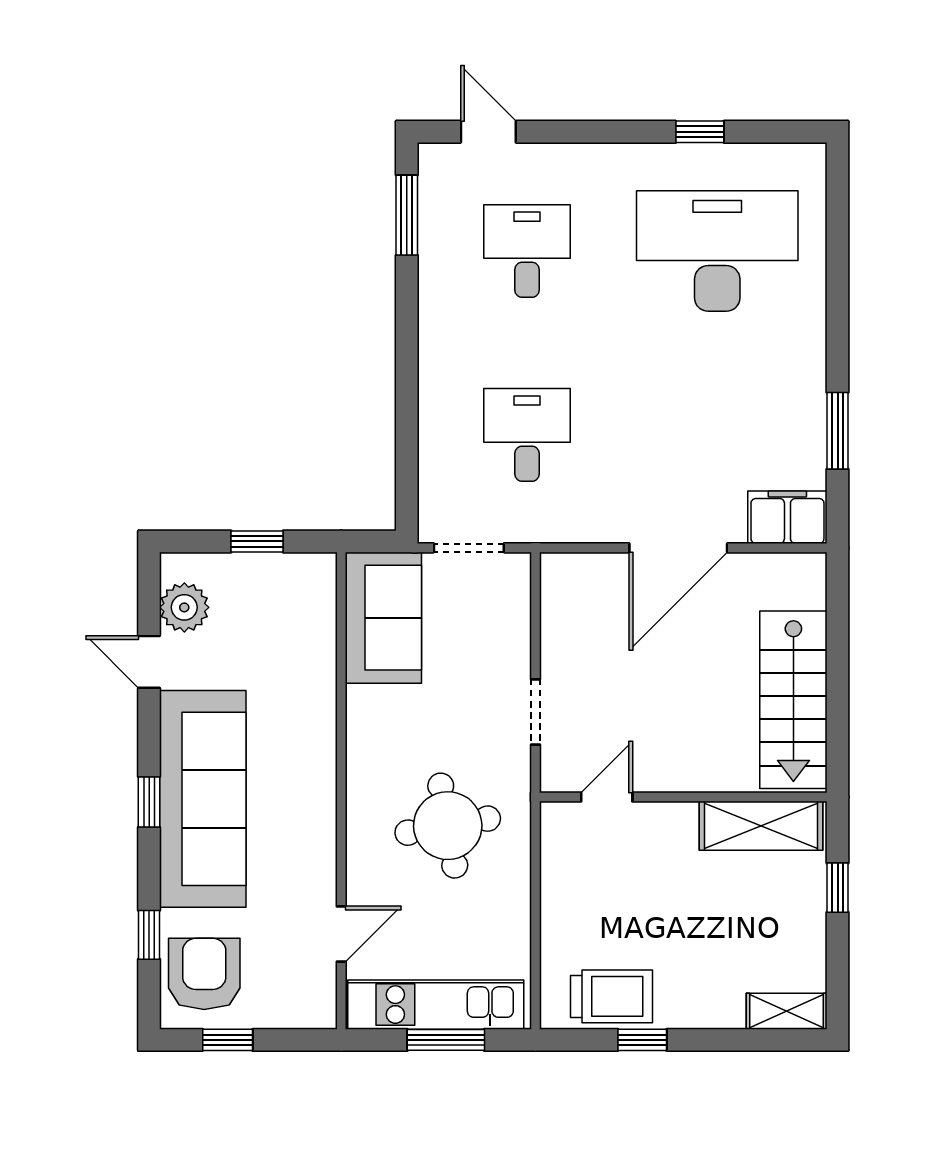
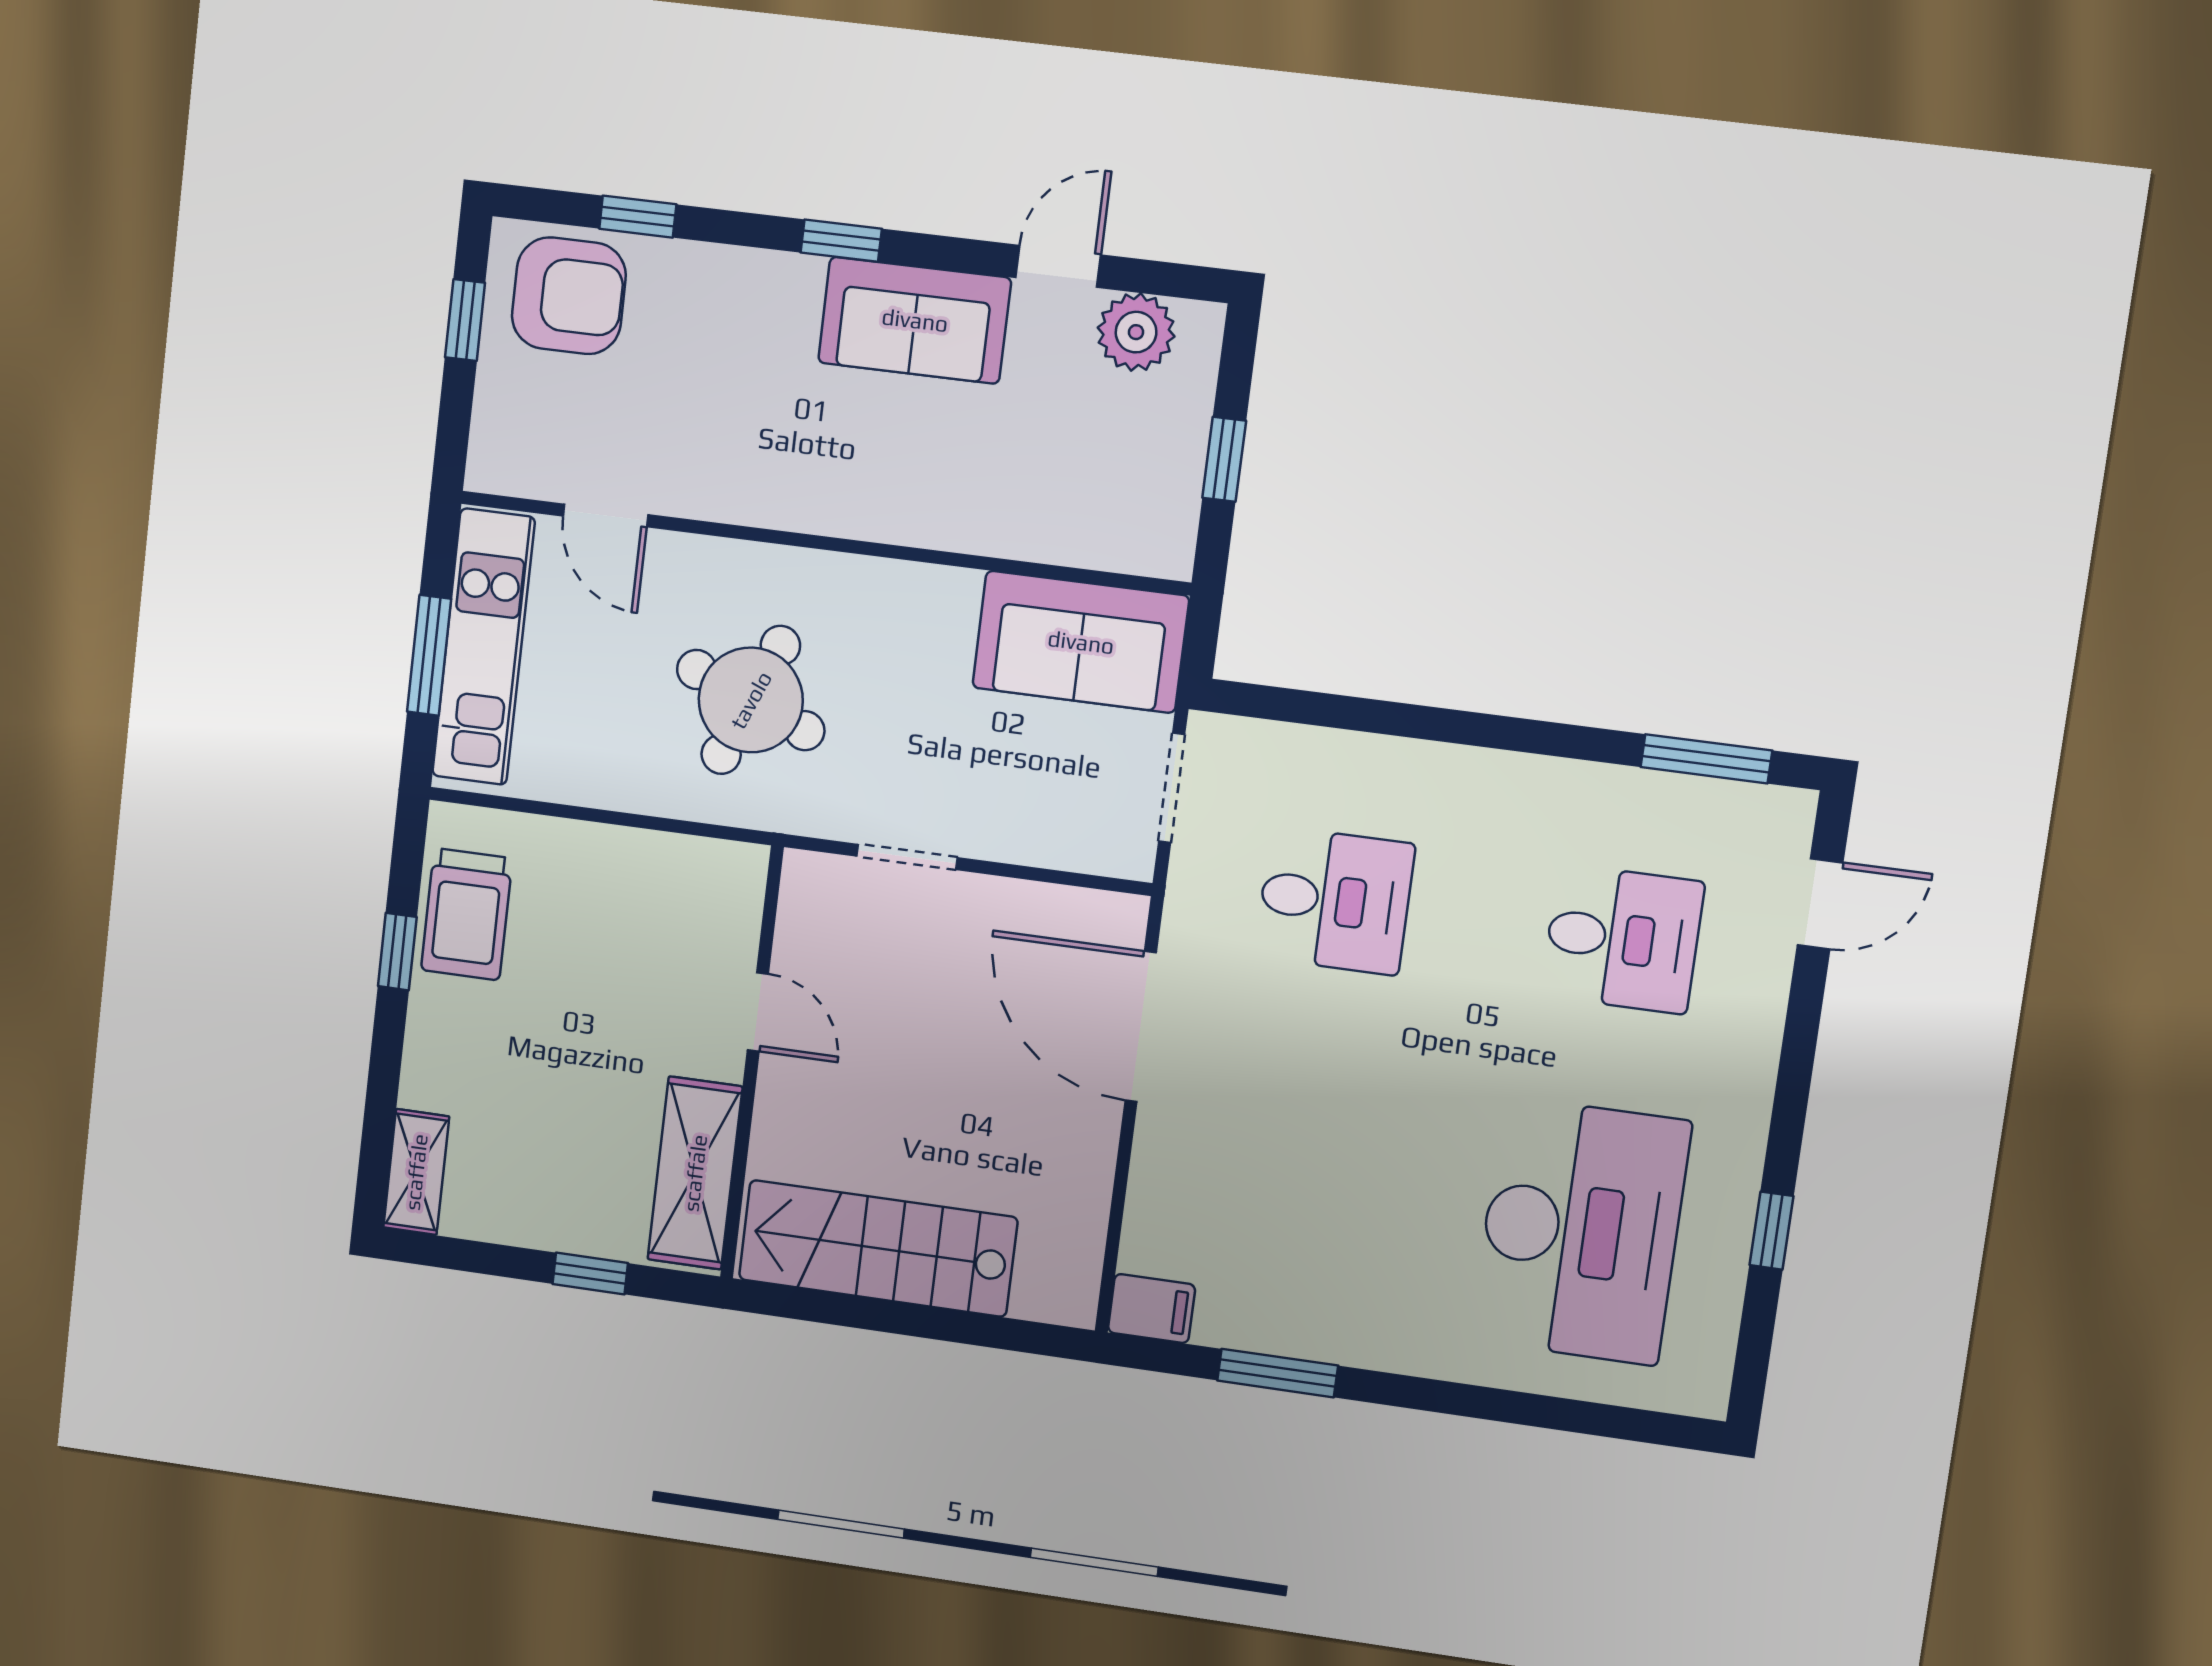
filing cabinet: (787, 517) -> (1152, 1309), width x0.50
door: (678, 548) -> (1141, 1027), moved
door: (607, 797) -> (758, 1012), moved
sofa: (203, 799) -> (915, 320), width x0.54, depth x0.79
round table: (448, 826) -> (751, 700), turned 32

